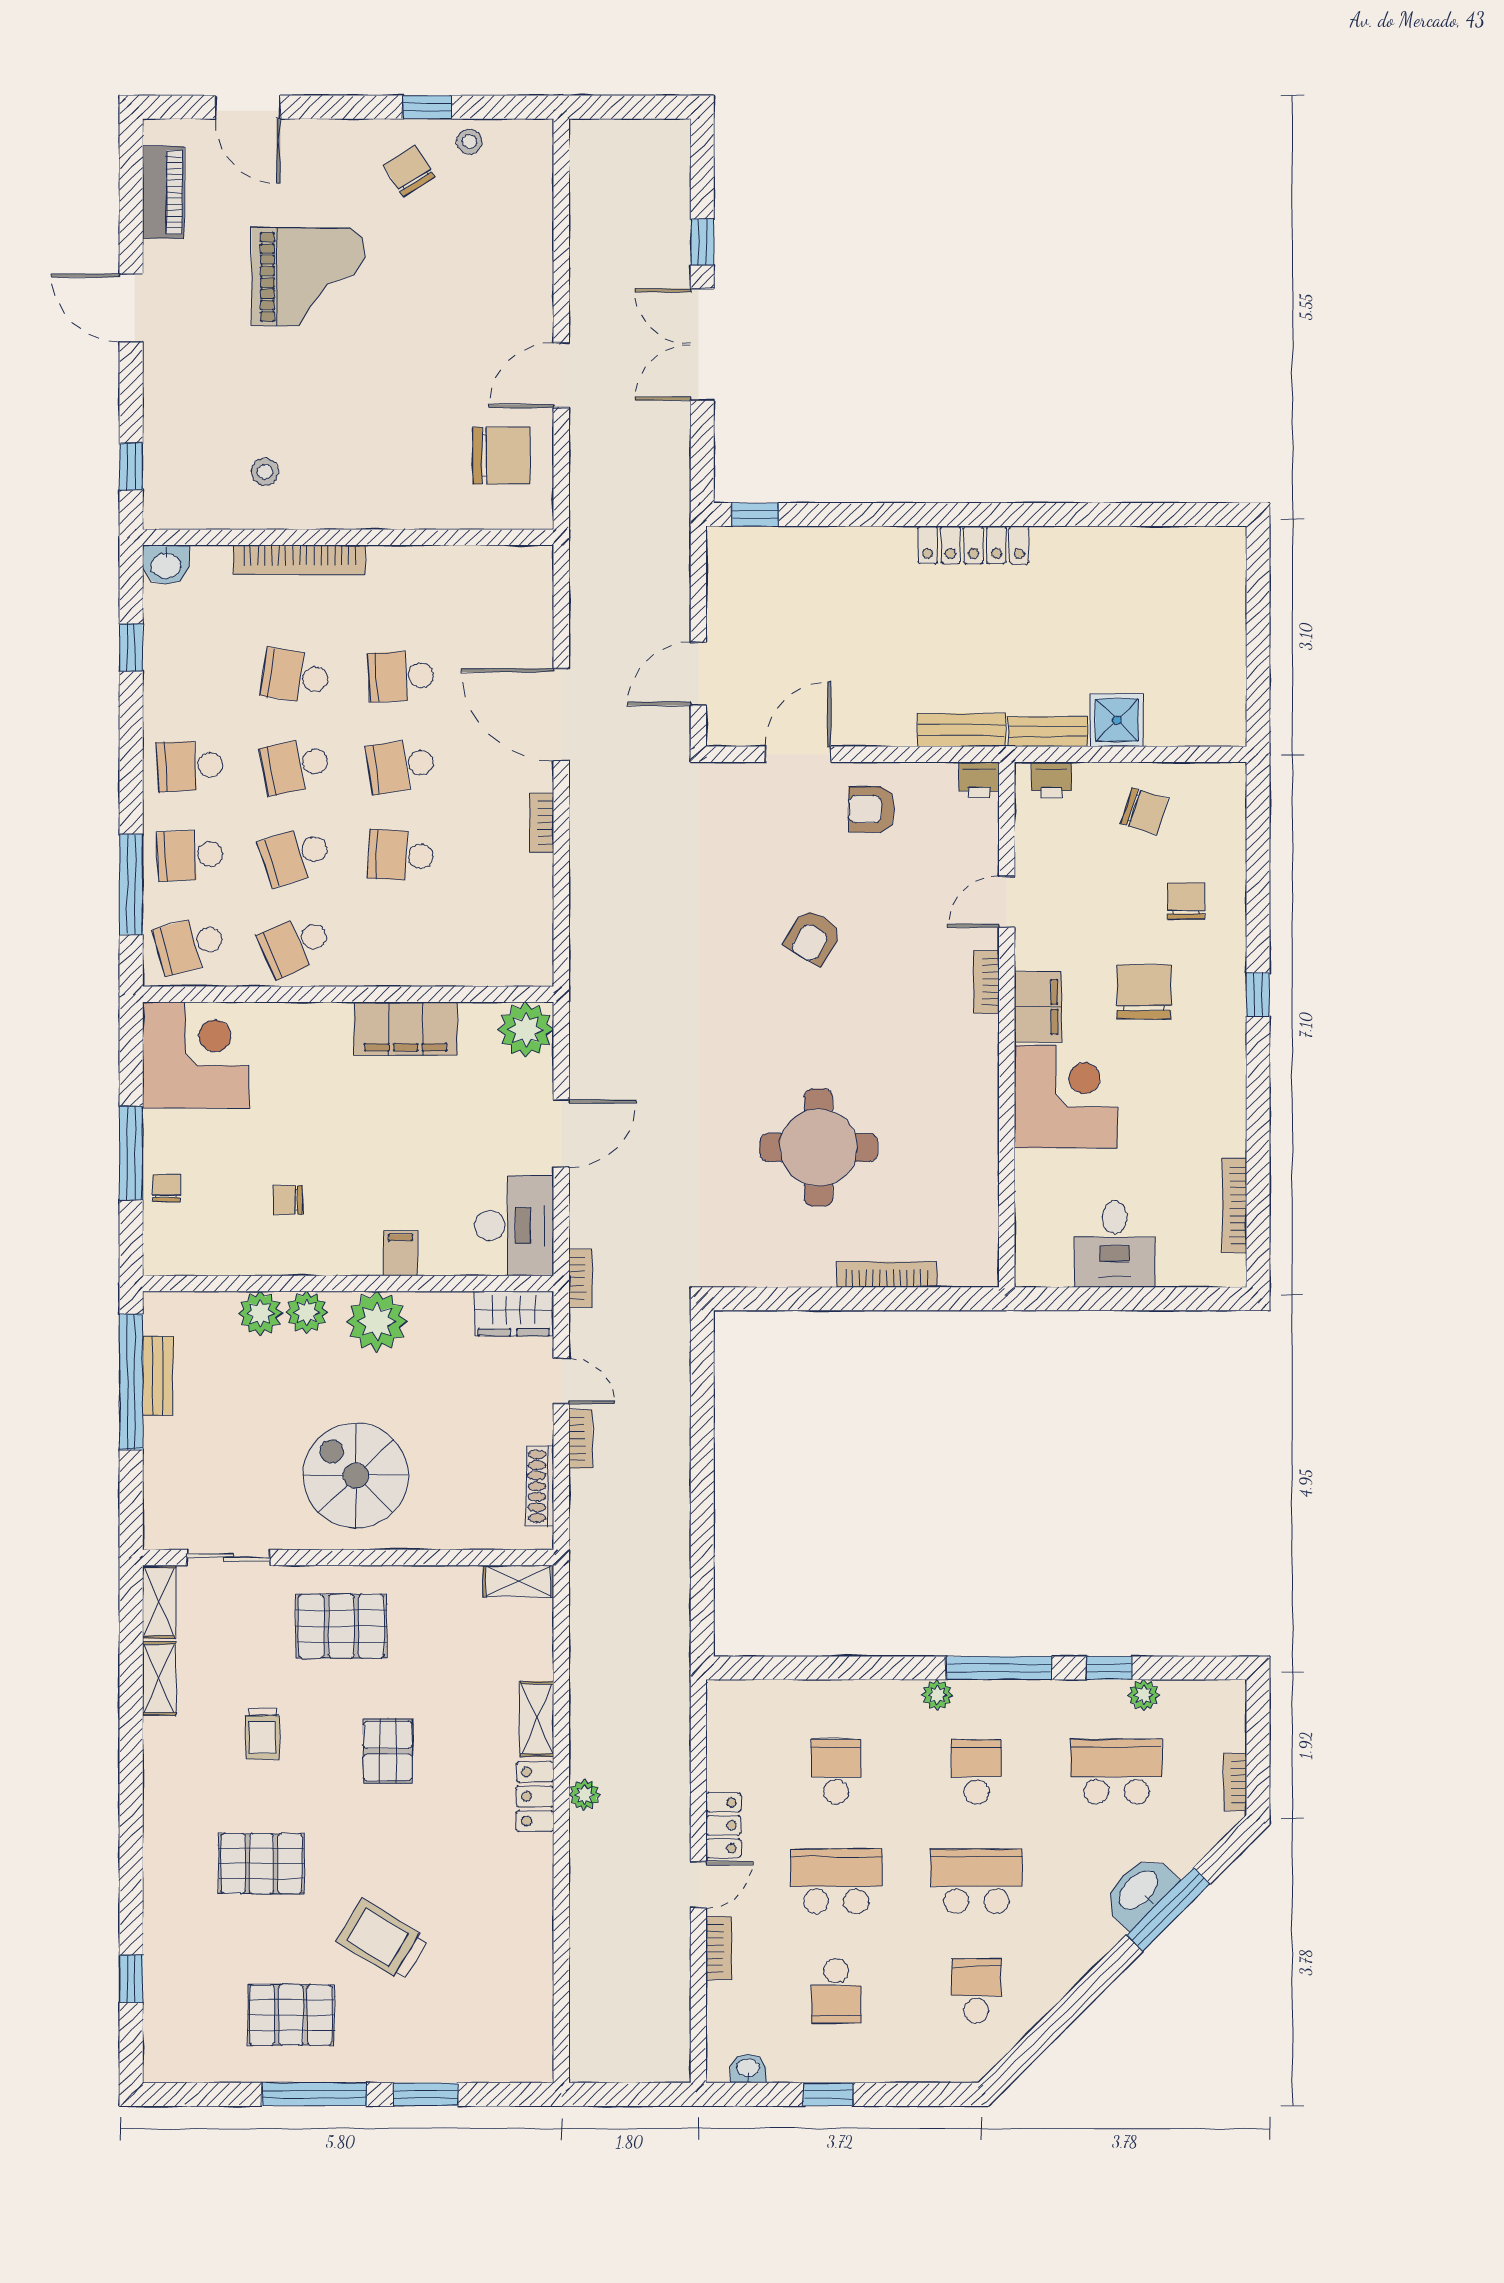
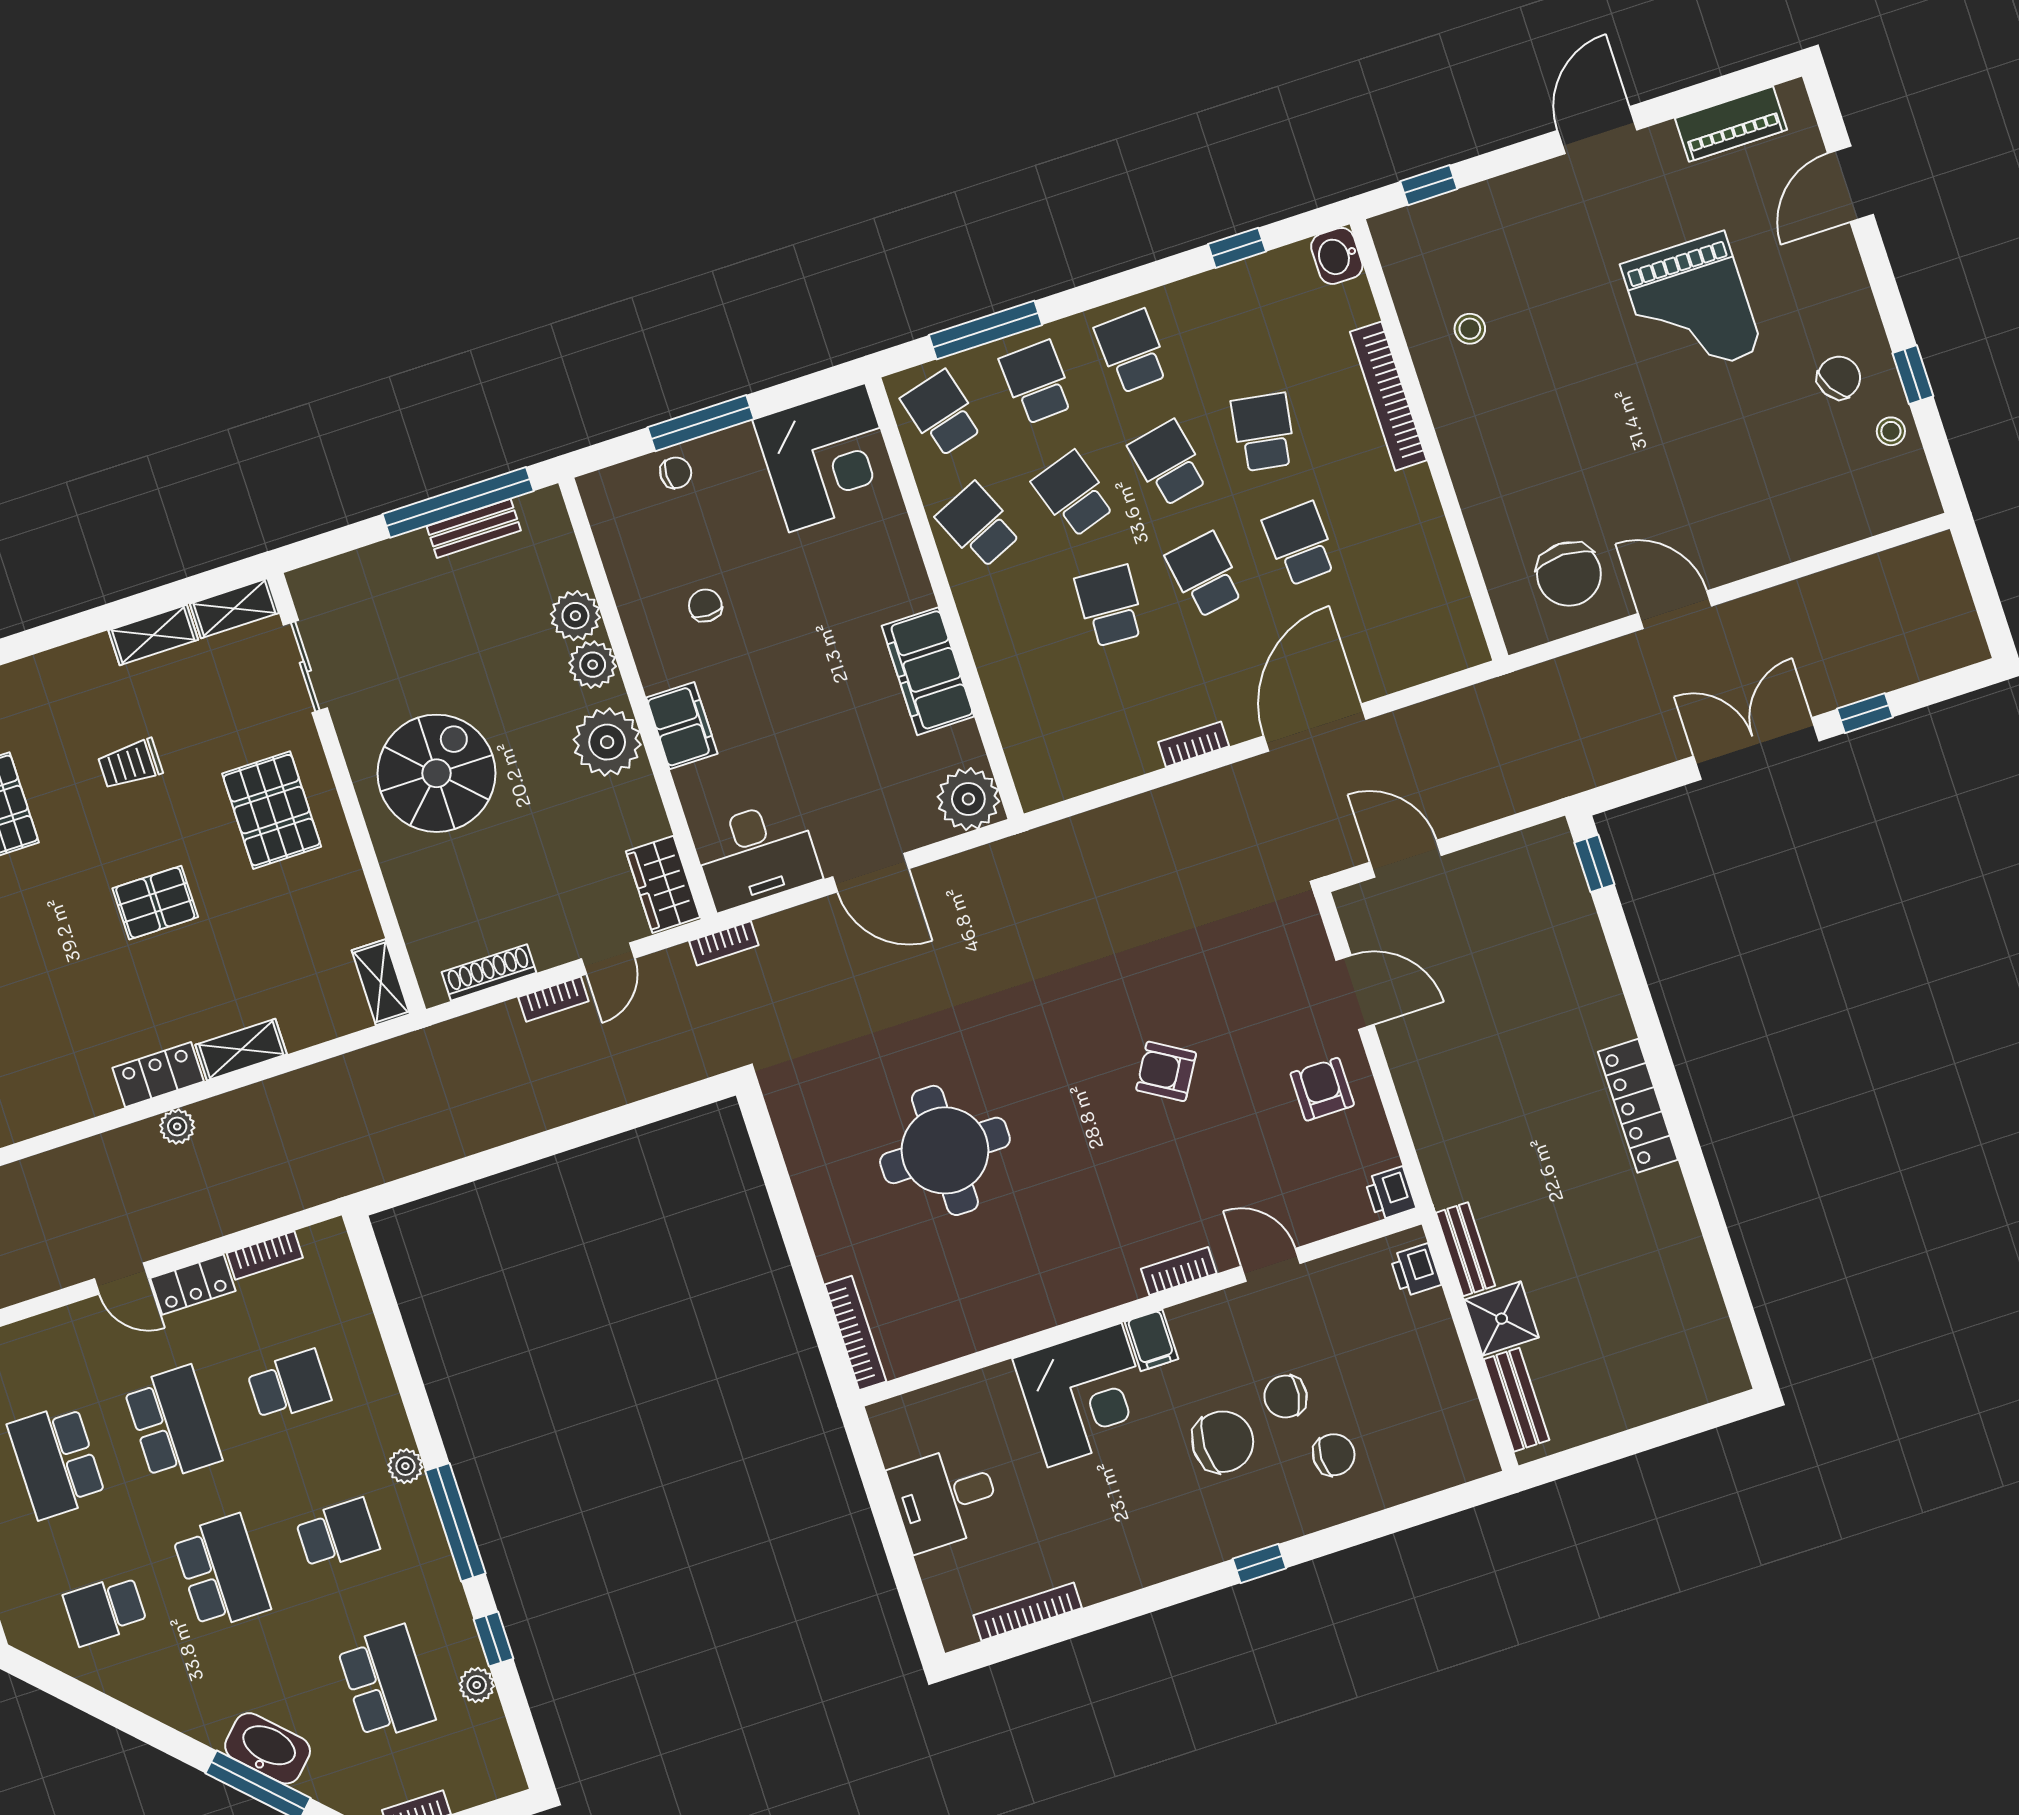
bench: (961, 730) -> (1517, 1400), moved
chair: (1144, 811) -> (1286, 1396), moved, turned 81
filing cabinet: (1038, 1007) -> (1151, 1340), width x0.50
filing cabinet: (401, 1253) -> (682, 726), width x2.00
bookcase: (887, 1275) -> (855, 1333), moved
bookcase: (719, 1948) -> (265, 1255), moved
school desk: (836, 1991) -> (57, 1461), width x1.85
school desk: (976, 1991) -> (105, 1610), turned 180

